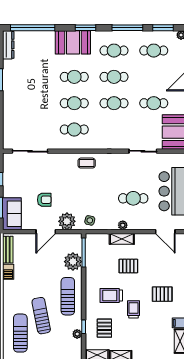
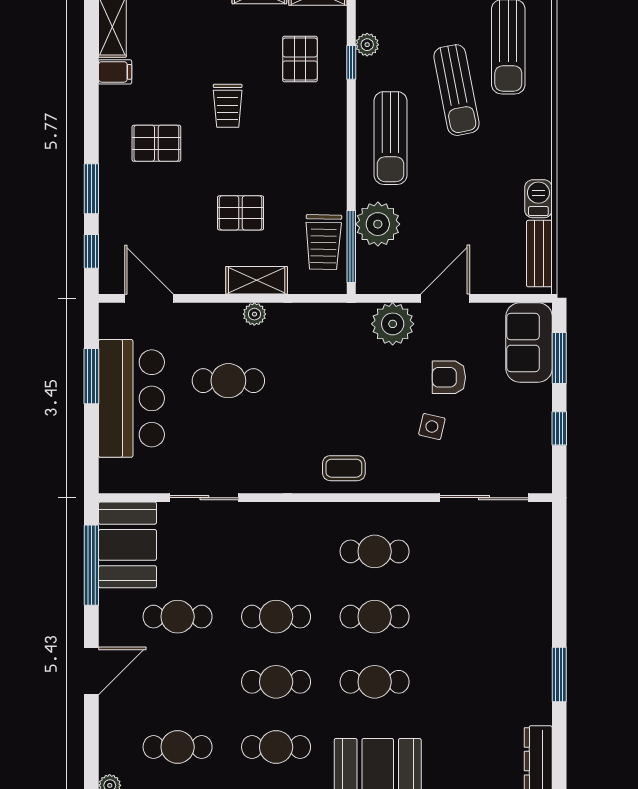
side table: (90, 220) -> (432, 427), moved
trolley: (111, 296) -> (323, 242), moved, turned 91

